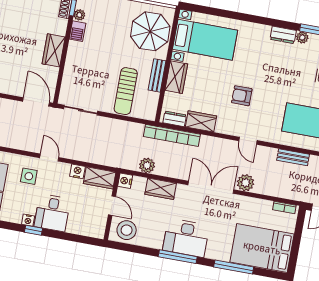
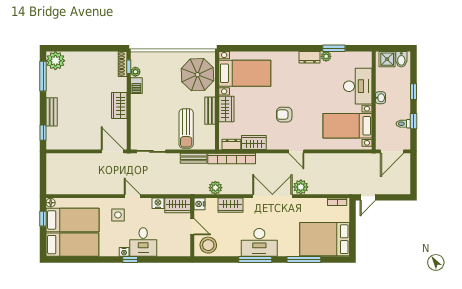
bench: (293, 157) -> (194, 158), moved

